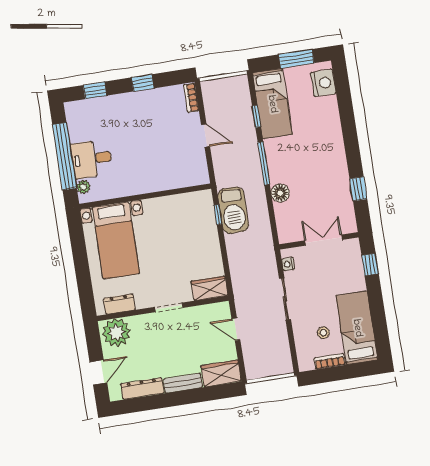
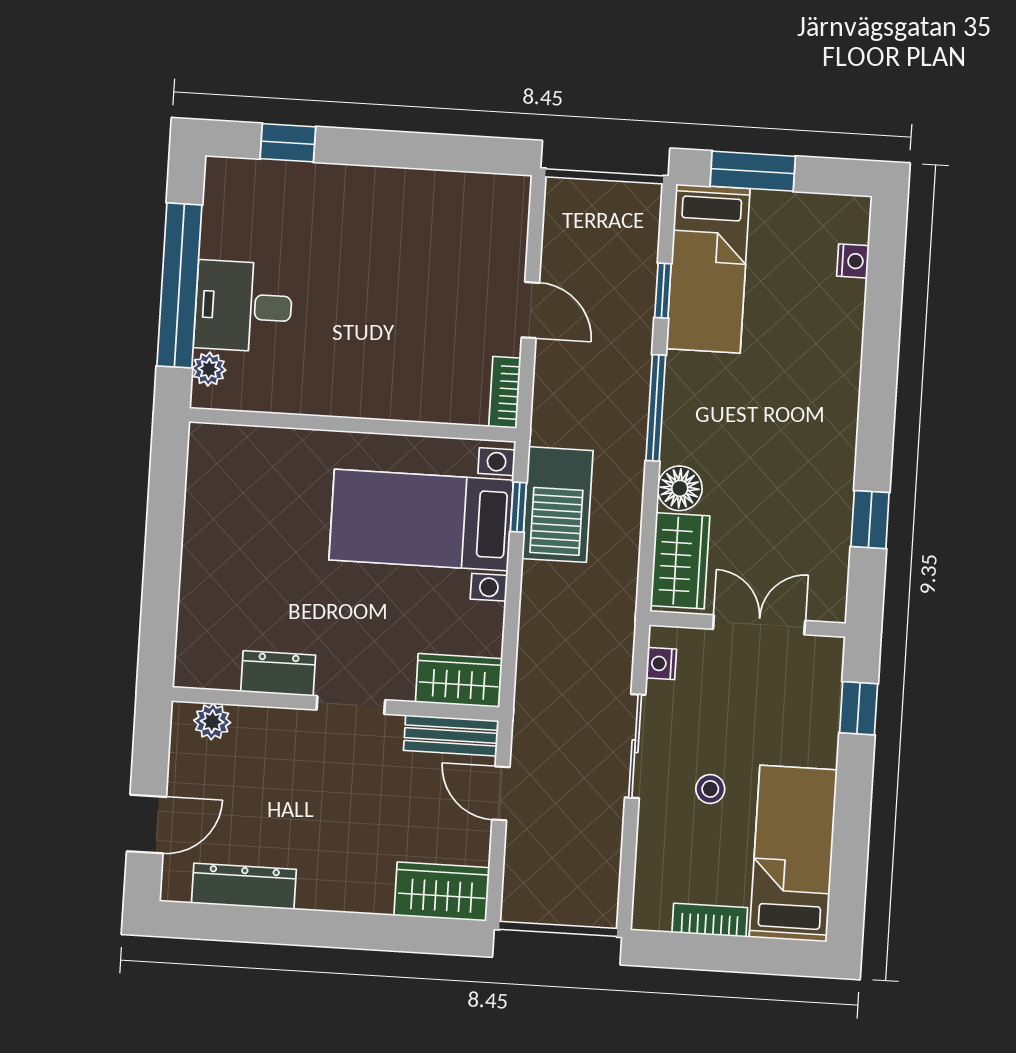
window: (296, 59) -> (753, 171), moved
window: (143, 83) -> (406, 150), removed
nightstand: (323, 83) -> (853, 261), width x0.53, depth x0.56
bookcase: (191, 98) -> (505, 392), moved
wardrobe: (287, 222) -> (680, 561), added
bed with nightstands: (116, 240) -> (421, 520), moved, turned 90
dresser: (119, 304) -> (278, 673), moved
plant: (116, 333) -> (212, 722), width x0.53, depth x0.53
stool: (323, 333) -> (710, 789), moved
bench: (183, 383) -> (451, 735), moved

